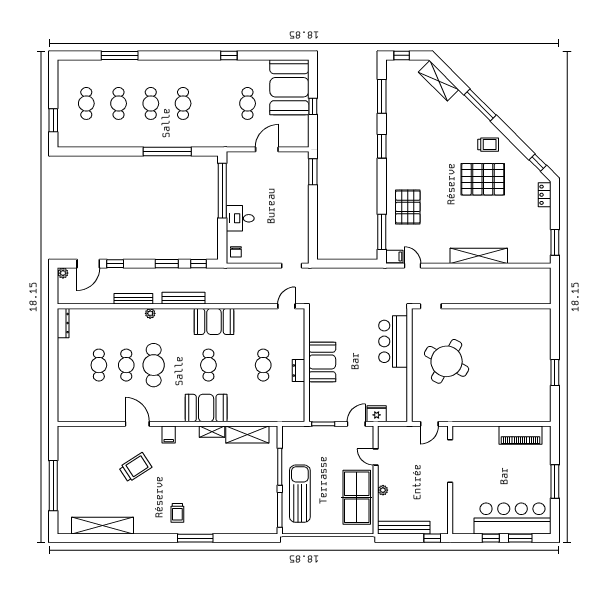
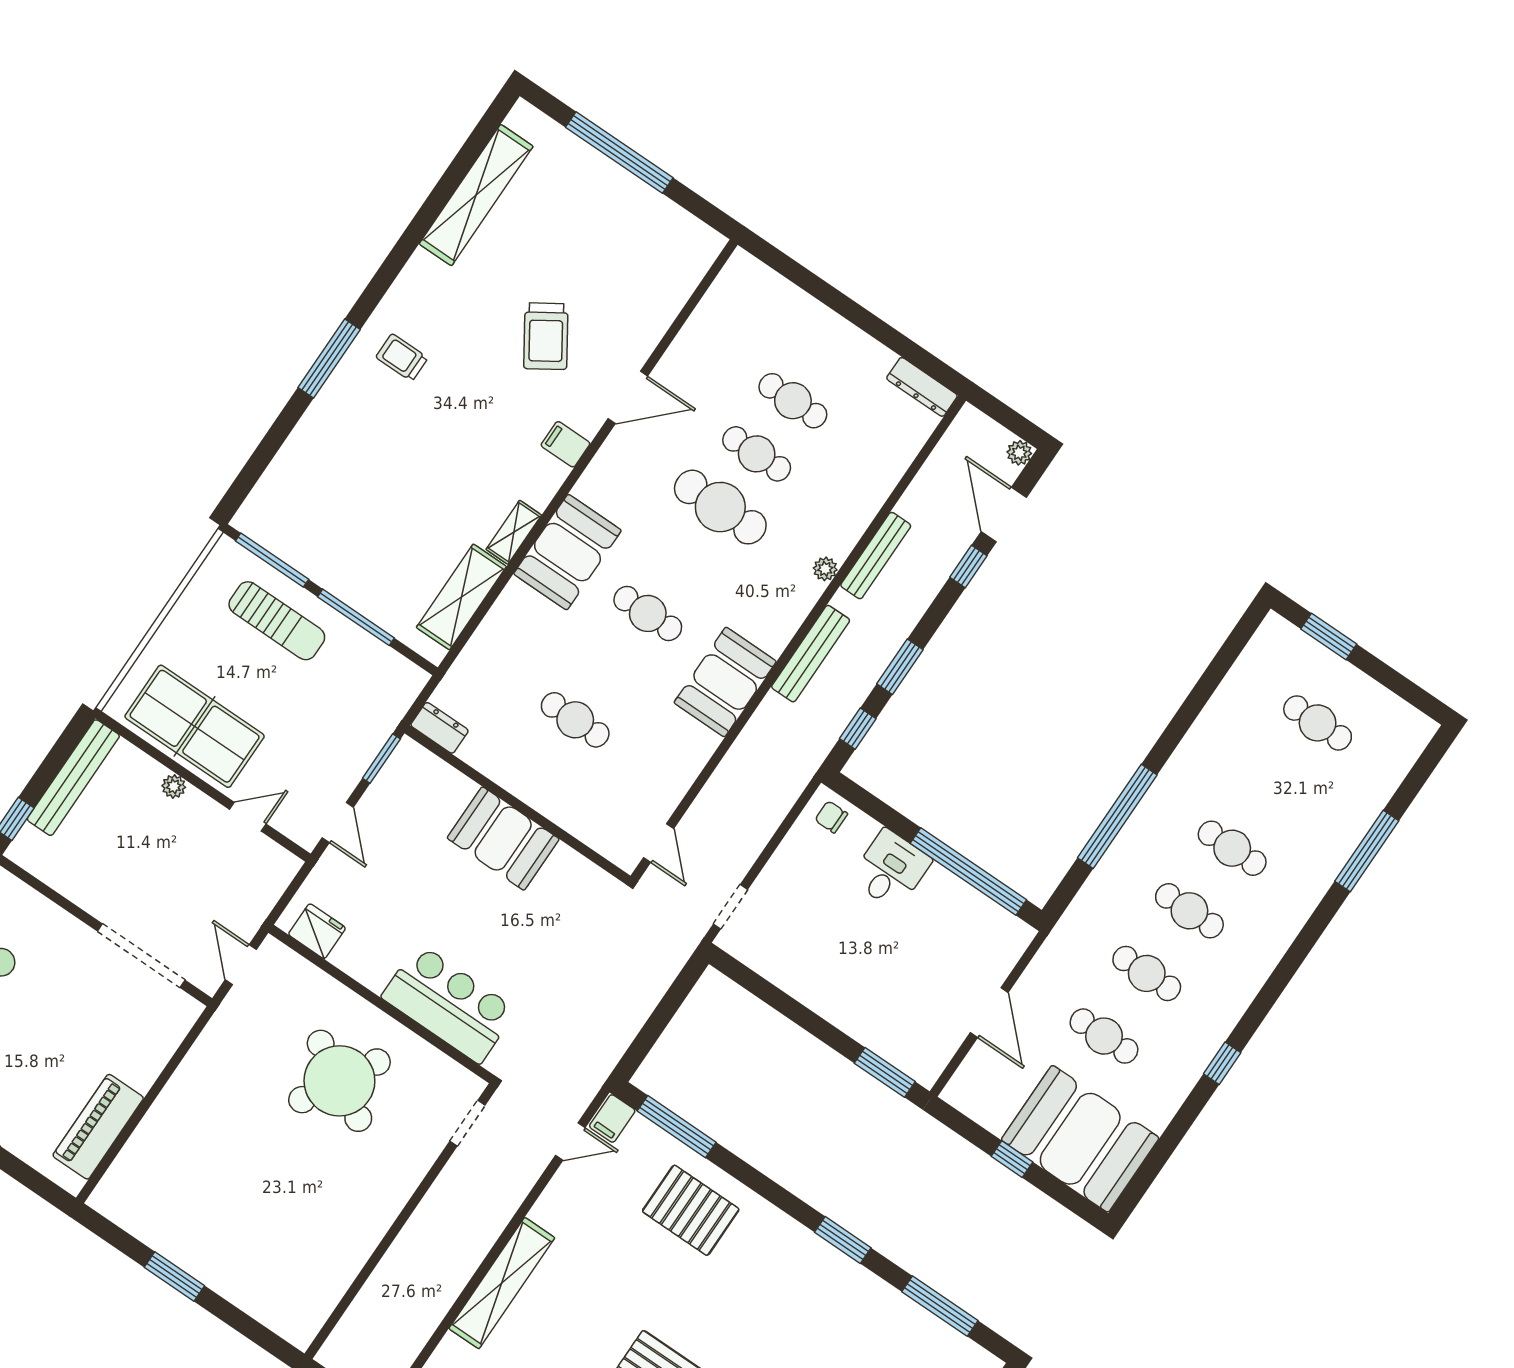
cafe table: (119, 103) -> (1147, 973), moved
dresser: (299, 371) -> (439, 728), moved
fridge: (377, 414) -> (317, 931), moved, turned -90
sun lounger: (300, 494) -> (277, 621), width x0.73, depth x0.75

